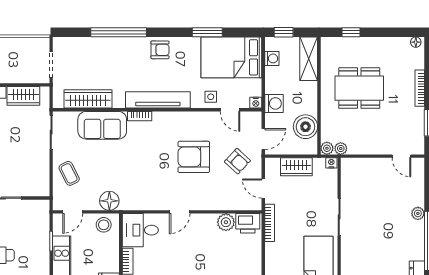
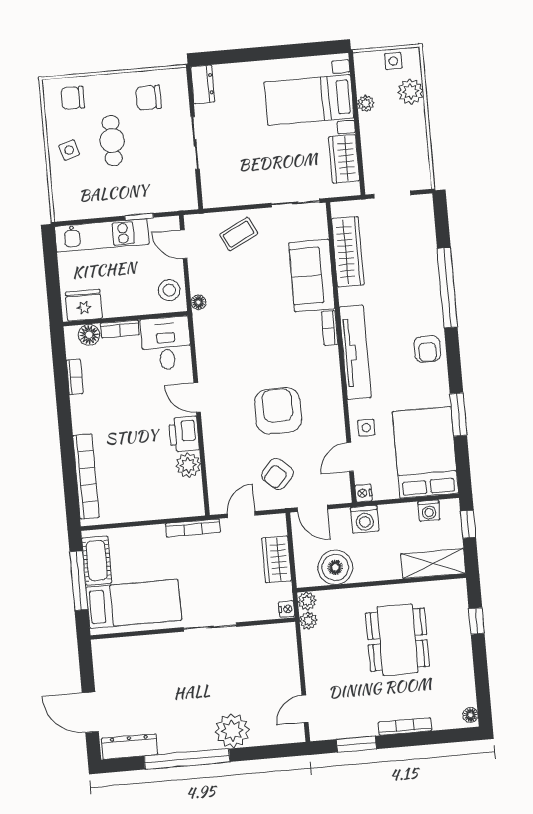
floor lamp: (109, 201) -> (198, 302), width x0.53, depth x0.53
plant: (418, 213) -> (232, 731), width x1.88, depth x1.88
printer: (248, 223) -> (184, 434), moved

